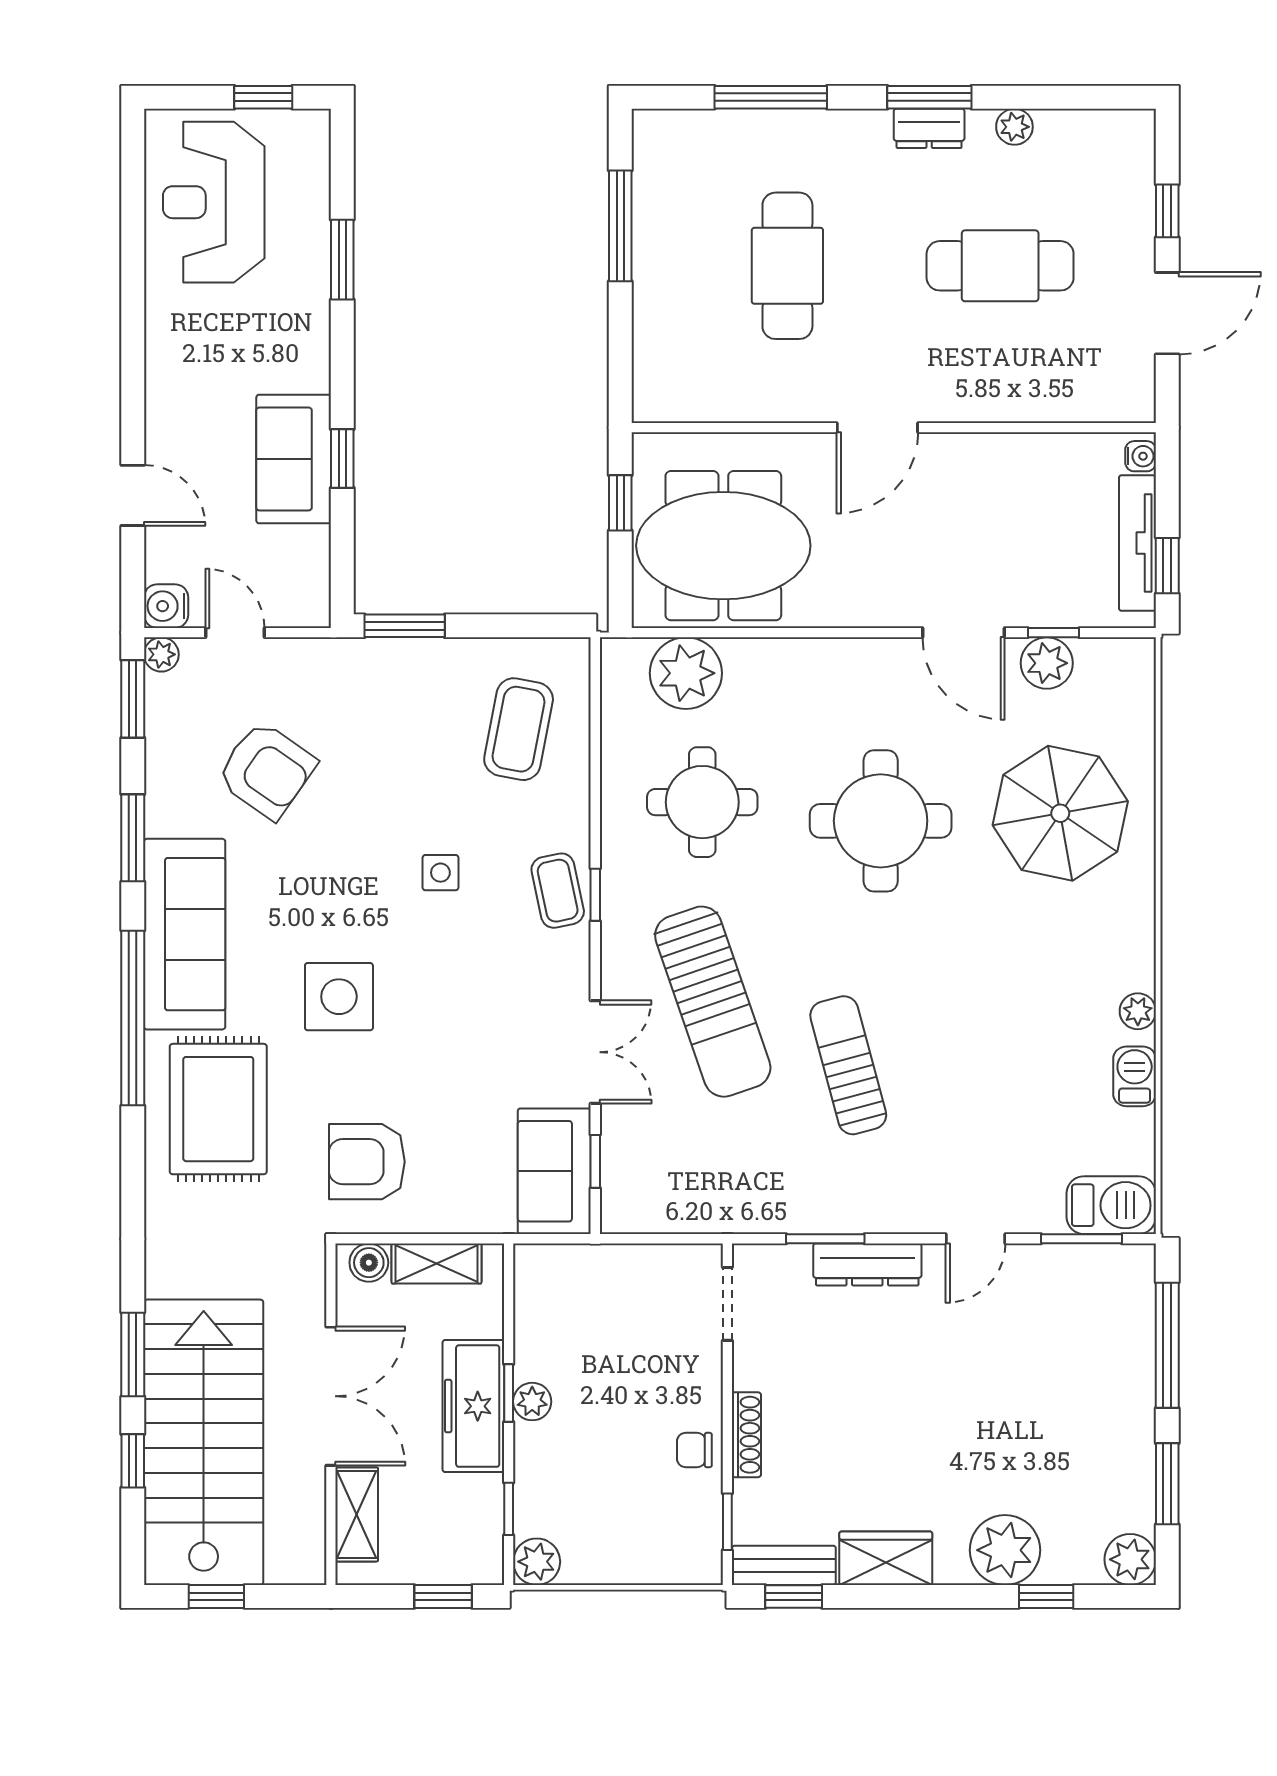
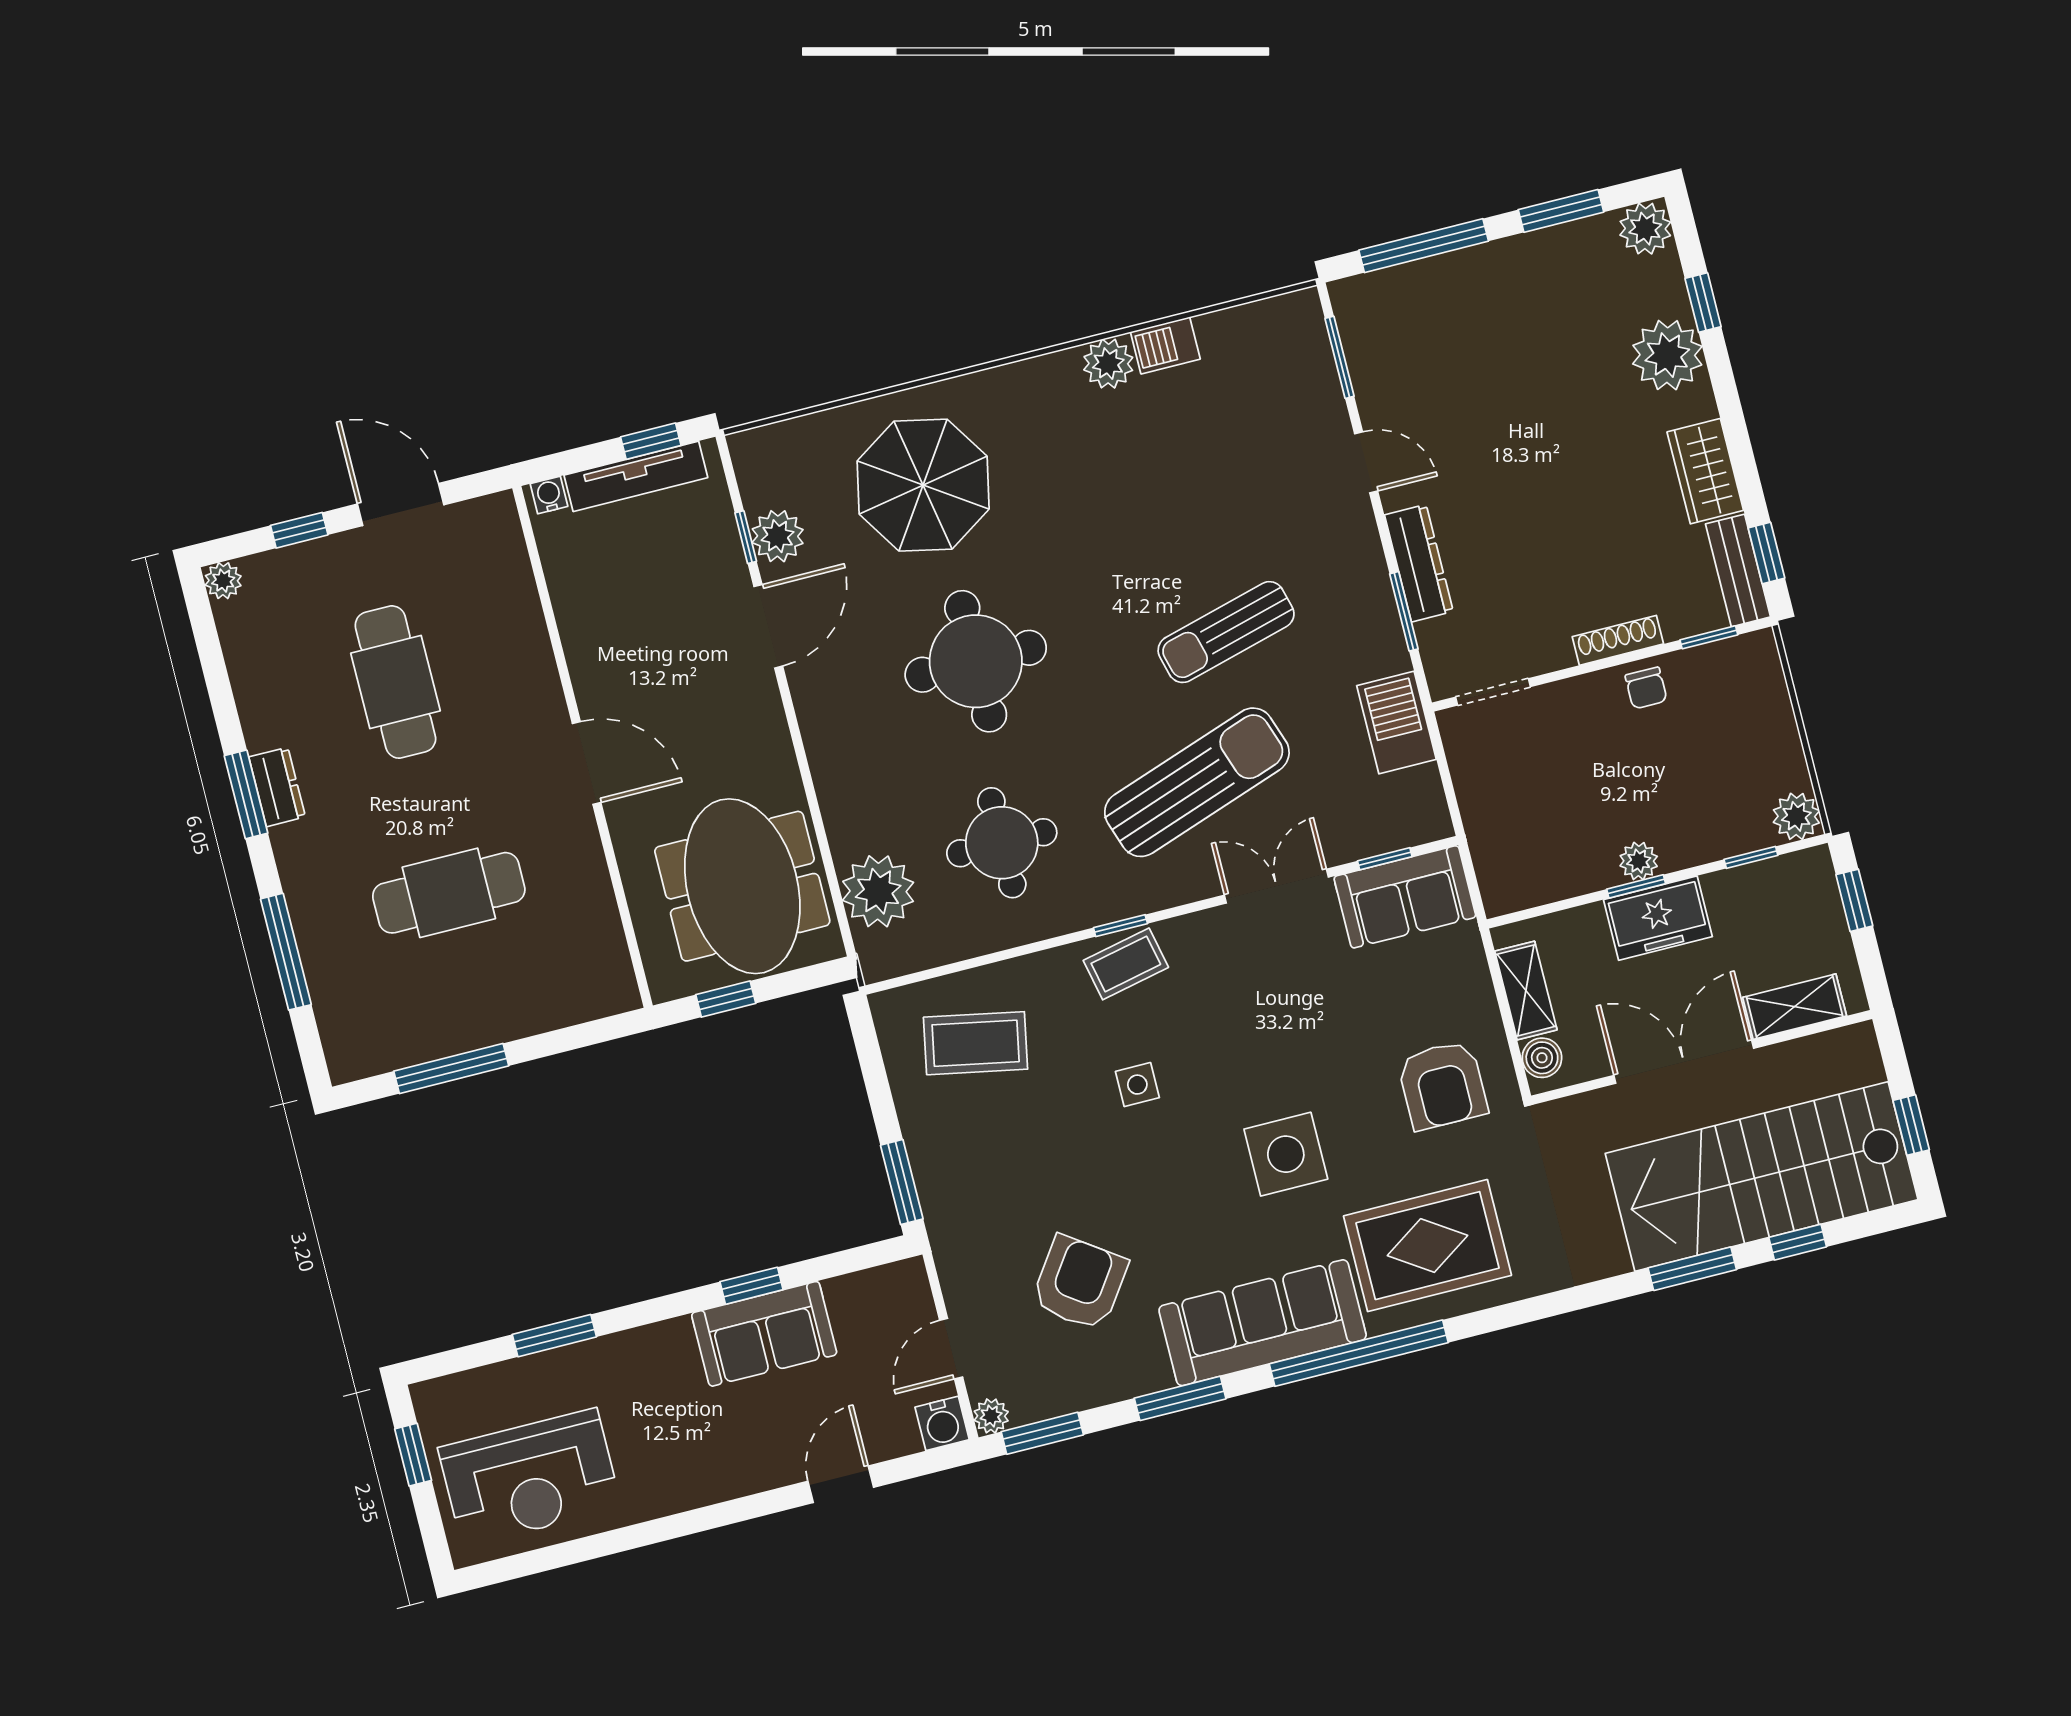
plant: (1014, 127) -> (223, 581), moved
plant: (1138, 1011) -> (1108, 364), width x1.38, depth x1.38
barbecue: (1111, 1205) -> (1397, 722), moved
freezer: (473, 1406) -> (1658, 918), width x0.71

